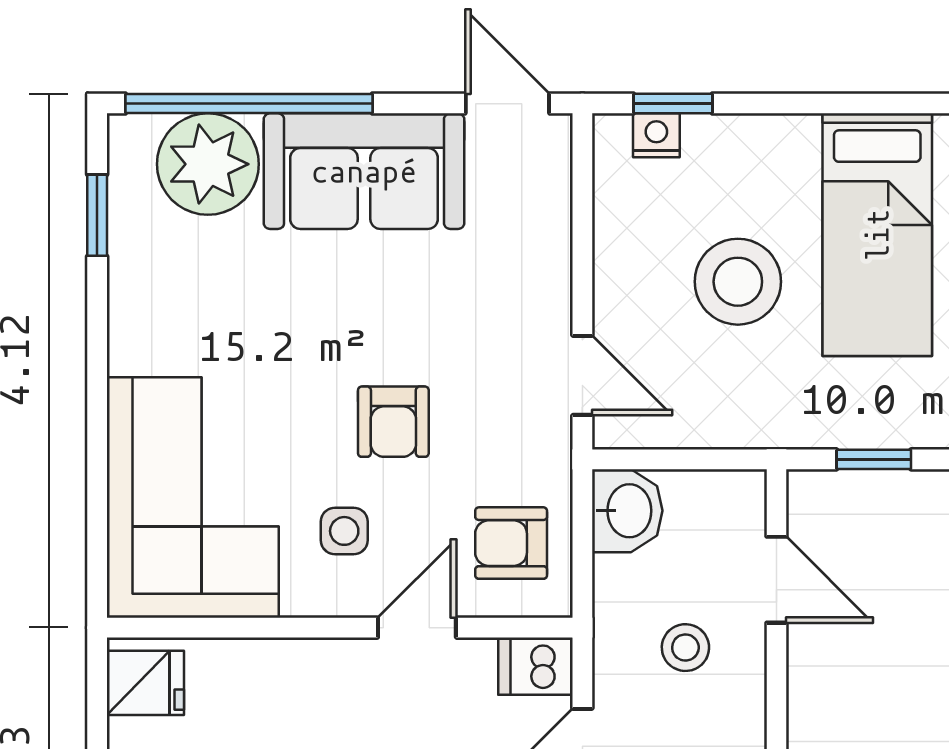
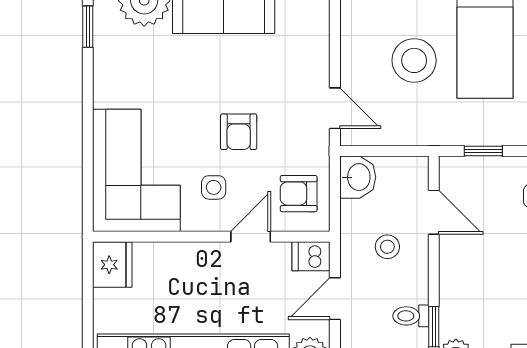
fridge: (145, 683) -> (112, 265), width x1.38

